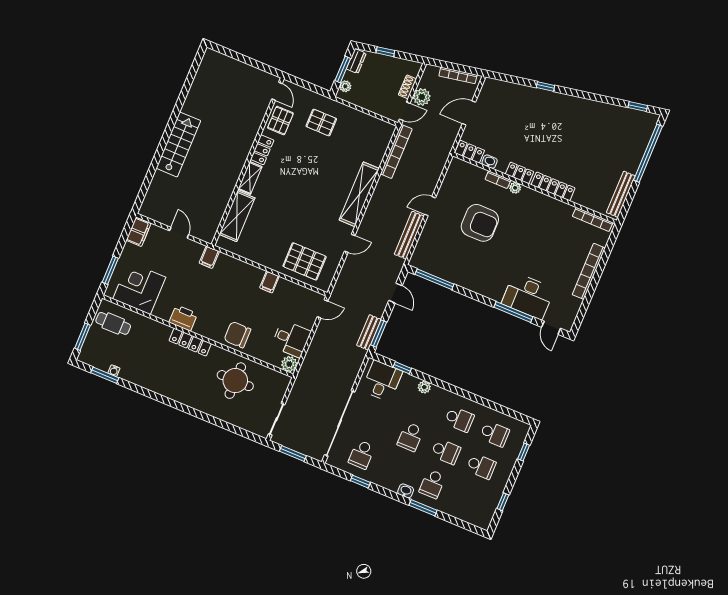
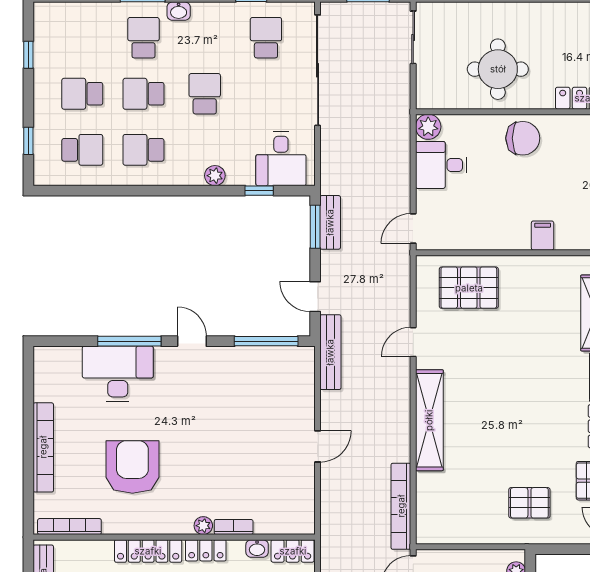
armchair: (480, 223) -> (132, 467), moved, turned 90
bench: (409, 235) -> (330, 352), moved
filing cabinet: (269, 282) -> (543, 236), moved
door: (551, 328) -> (192, 341), moved
school desk: (495, 434) -> (82, 150), turned 180

